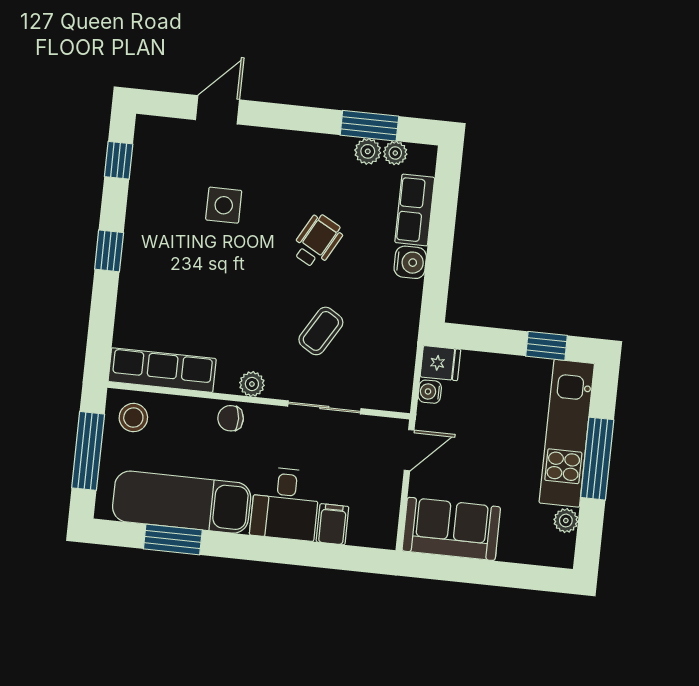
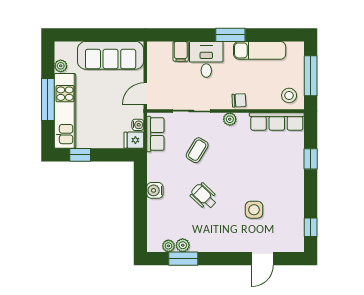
row of seats: (415, 210) -> (155, 134), moved
wheelchair: (317, 241) -> (204, 196), turned 105
window: (109, 251) -> (311, 159), moved
exam couch: (182, 502) -> (260, 50), width x0.73, depth x0.69
sofa: (451, 529) -> (111, 55), width x1.36
window: (173, 539) -> (230, 35), moved

